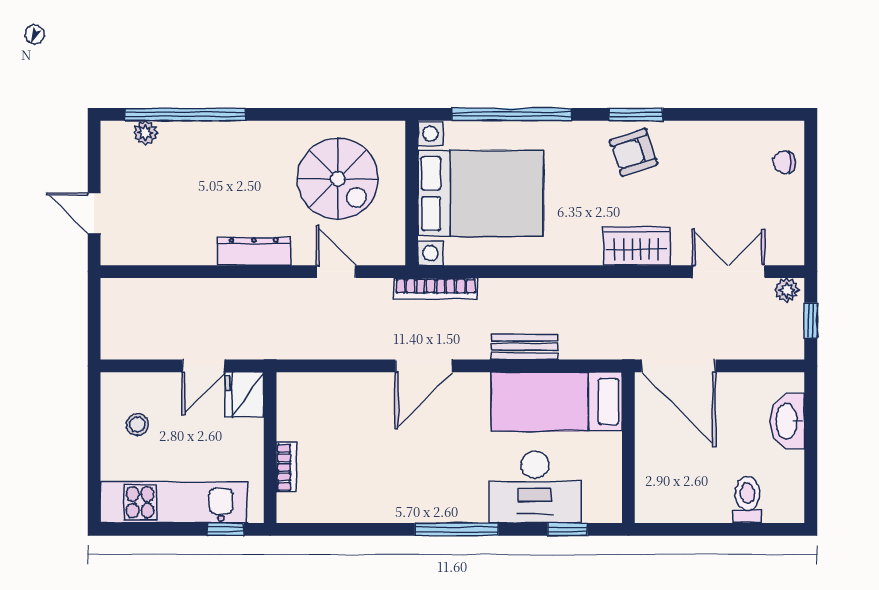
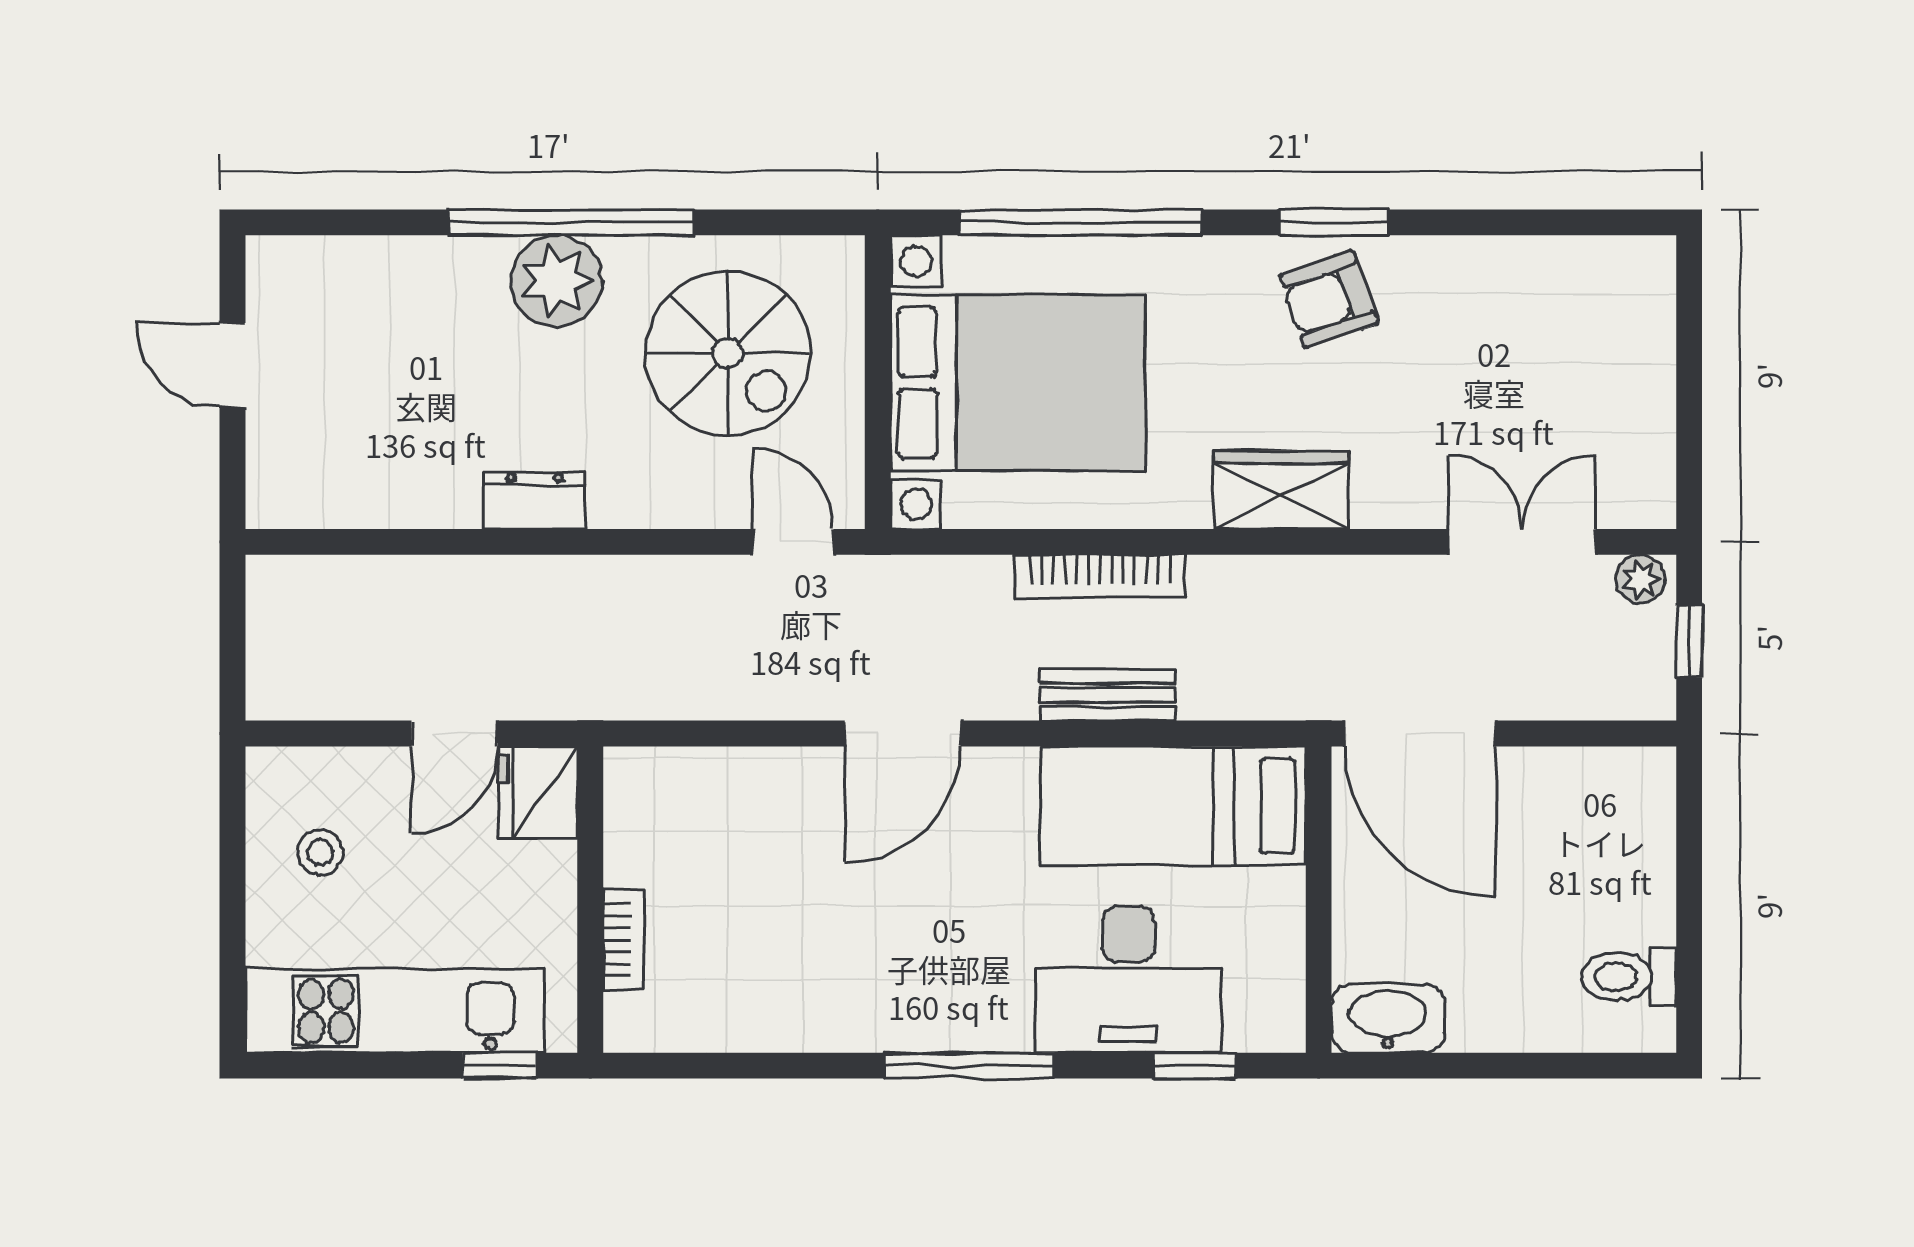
window: (185, 114) -> (571, 222), moved
plant: (145, 133) -> (556, 281), moved, width x1.88, depth x1.88
chair: (784, 162) -> (1635, 319), removed
door: (94, 213) -> (233, 365), moved
wardrobe: (637, 246) -> (1281, 490), moved
dresser: (254, 251) -> (535, 500), width x0.70
door: (336, 272) -> (793, 542), moved
bookcase: (436, 289) -> (1100, 576), moved
washbasin: (787, 421) -> (1388, 1018), moved, turned 90
toilet: (747, 500) -> (1629, 977), moved, turned -90

